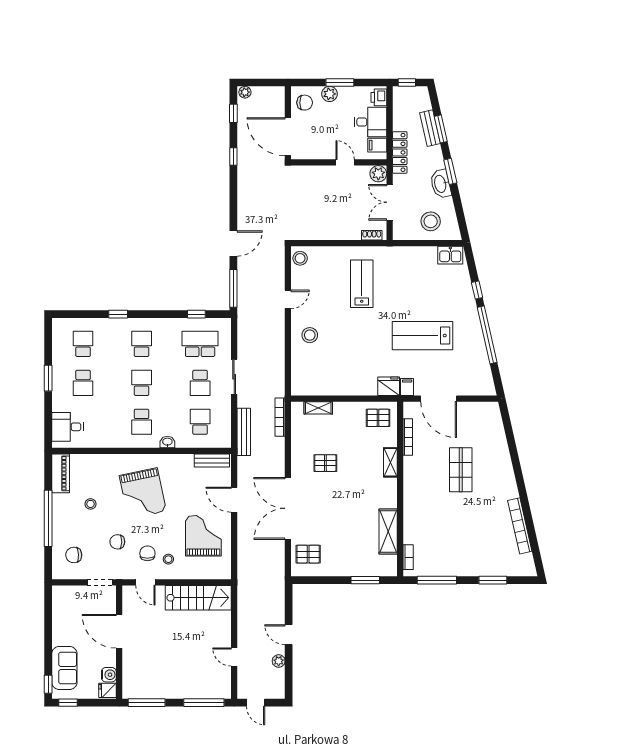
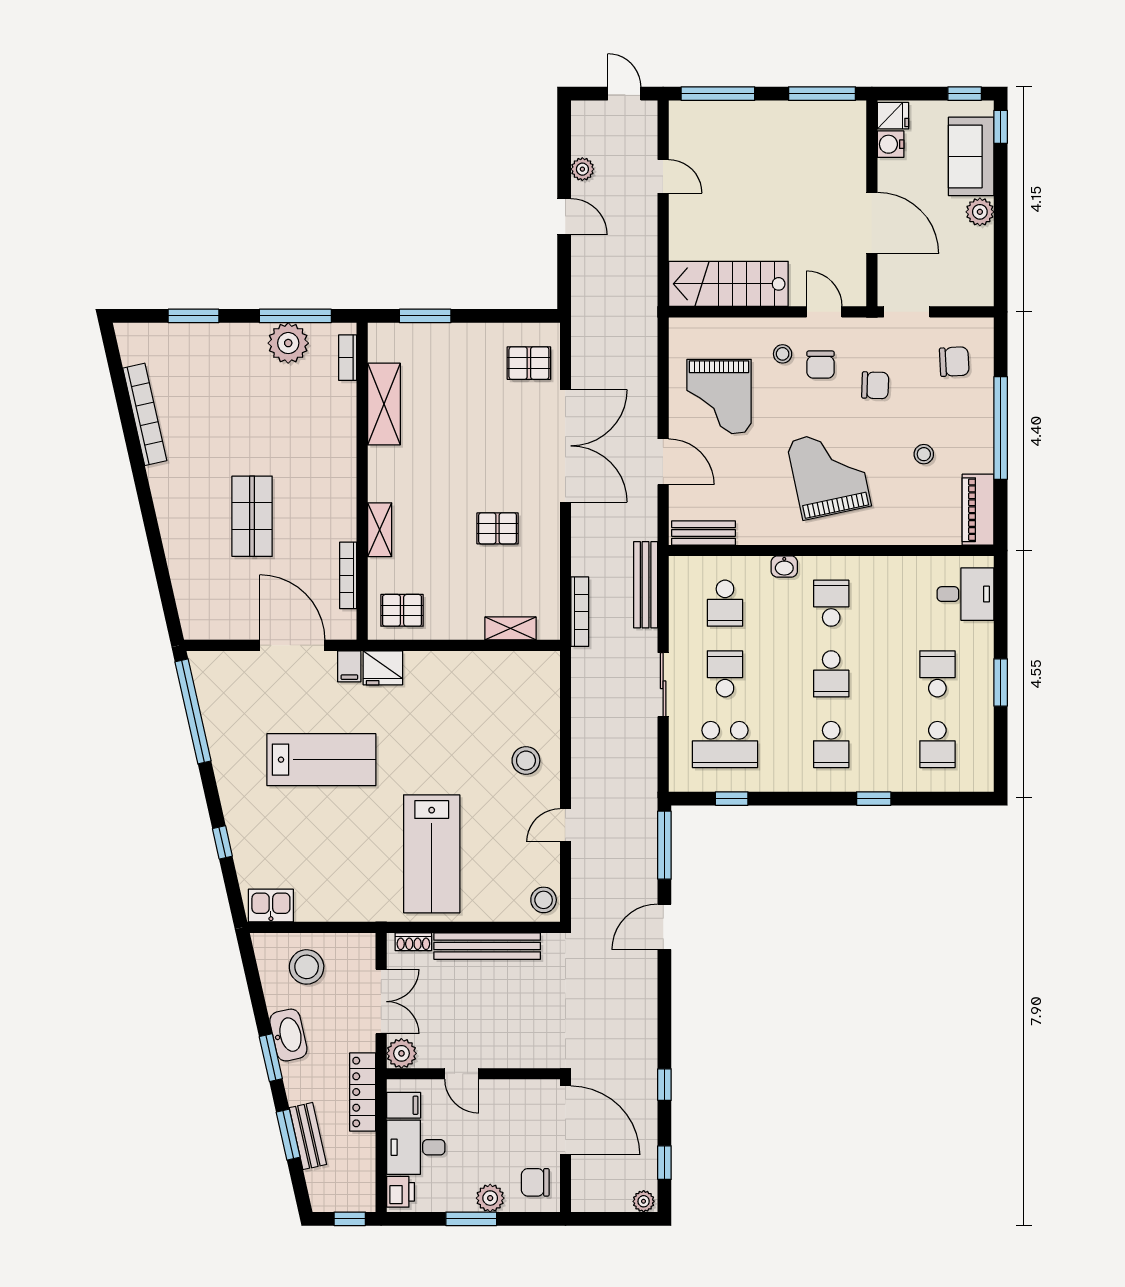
bench: (331, 233) -> (487, 946), added
lab bench: (362, 284) -> (432, 854), width x1.36, depth x1.39
window: (487, 335) -> (193, 711), moved
plant: (441, 565) -> (288, 343), added
plant: (60, 637) -> (980, 212), added

